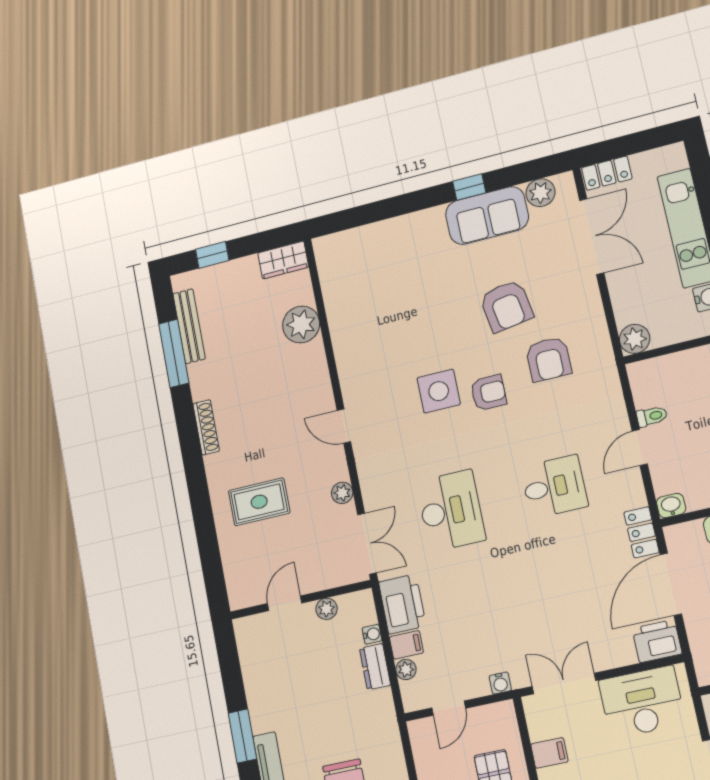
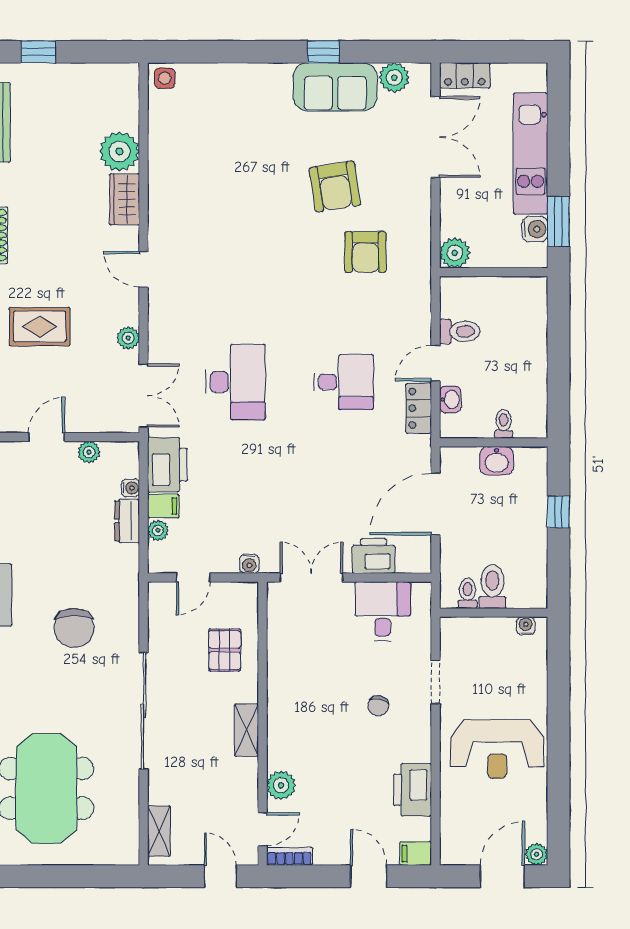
wardrobe: (283, 260) -> (125, 199), moved, turned 90
side table: (439, 391) -> (165, 78), moved, width x0.54, depth x0.54
armchair: (488, 393) -> (298, 271), removed
toilet: (652, 416) -> (460, 331), width x1.37, depth x1.39
washbasin: (671, 506) -> (450, 399), moved, turned 90
locker: (641, 532) -> (419, 408), moved
printer: (657, 641) -> (374, 556), moved
desk: (642, 702) -> (383, 611), width x0.73
filing cabinet: (549, 753) -> (283, 641), removed

